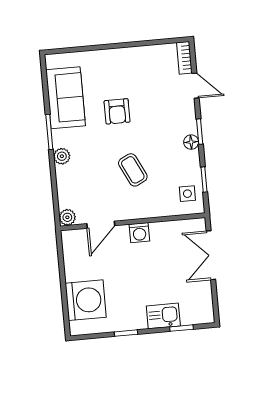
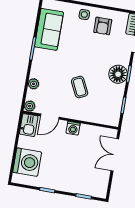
armchair: (117, 111) -> (103, 26), moved
floor lamp: (191, 142) -> (118, 74), width x1.89, depth x1.89
plant: (62, 156) -> (34, 84), moved
side table: (187, 194) -> (84, 15), moved
kitchen sink: (163, 316) -> (29, 125), moved, turned 90

